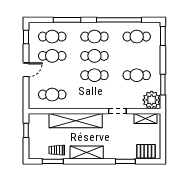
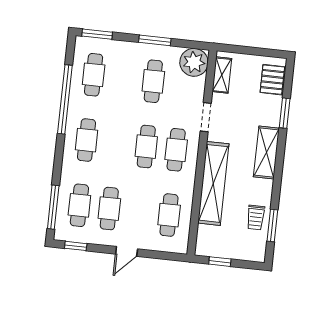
window: (67, 20) -> (53, 207), moved
cafe table: (94, 56) -> (176, 150), moved
door: (26, 70) -> (127, 251), swing flipped
window: (163, 85) -> (155, 40), moved
shelving: (87, 152) -> (266, 152), moved

